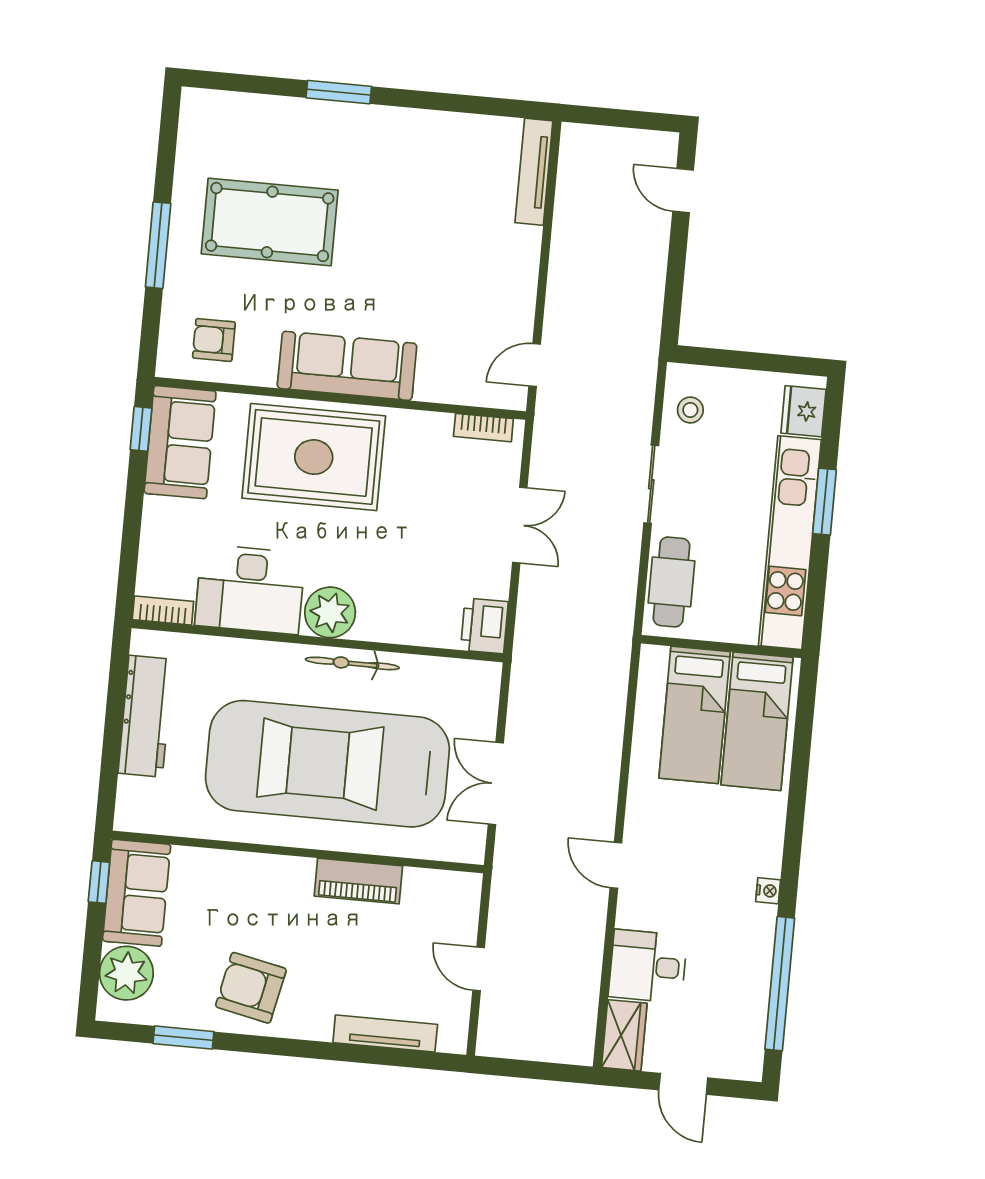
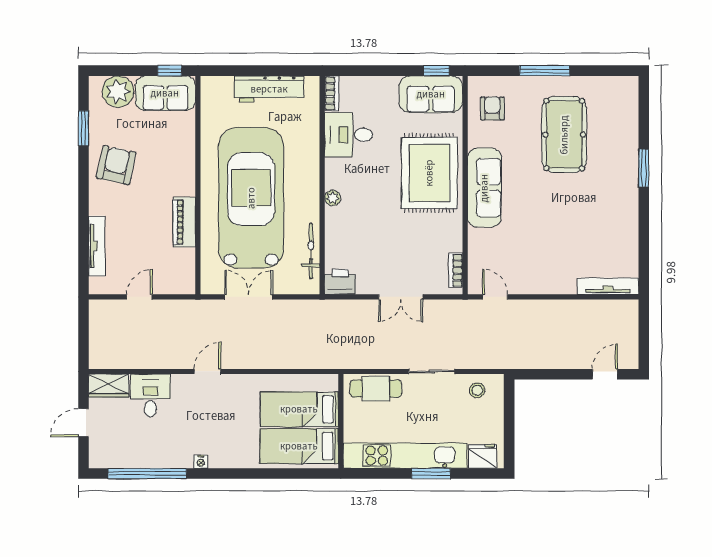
desk: (250, 589) -> (349, 135), width x0.73
plant: (330, 612) -> (333, 198), width x0.53, depth x0.53
bicycle: (352, 663) -> (311, 251), moved

